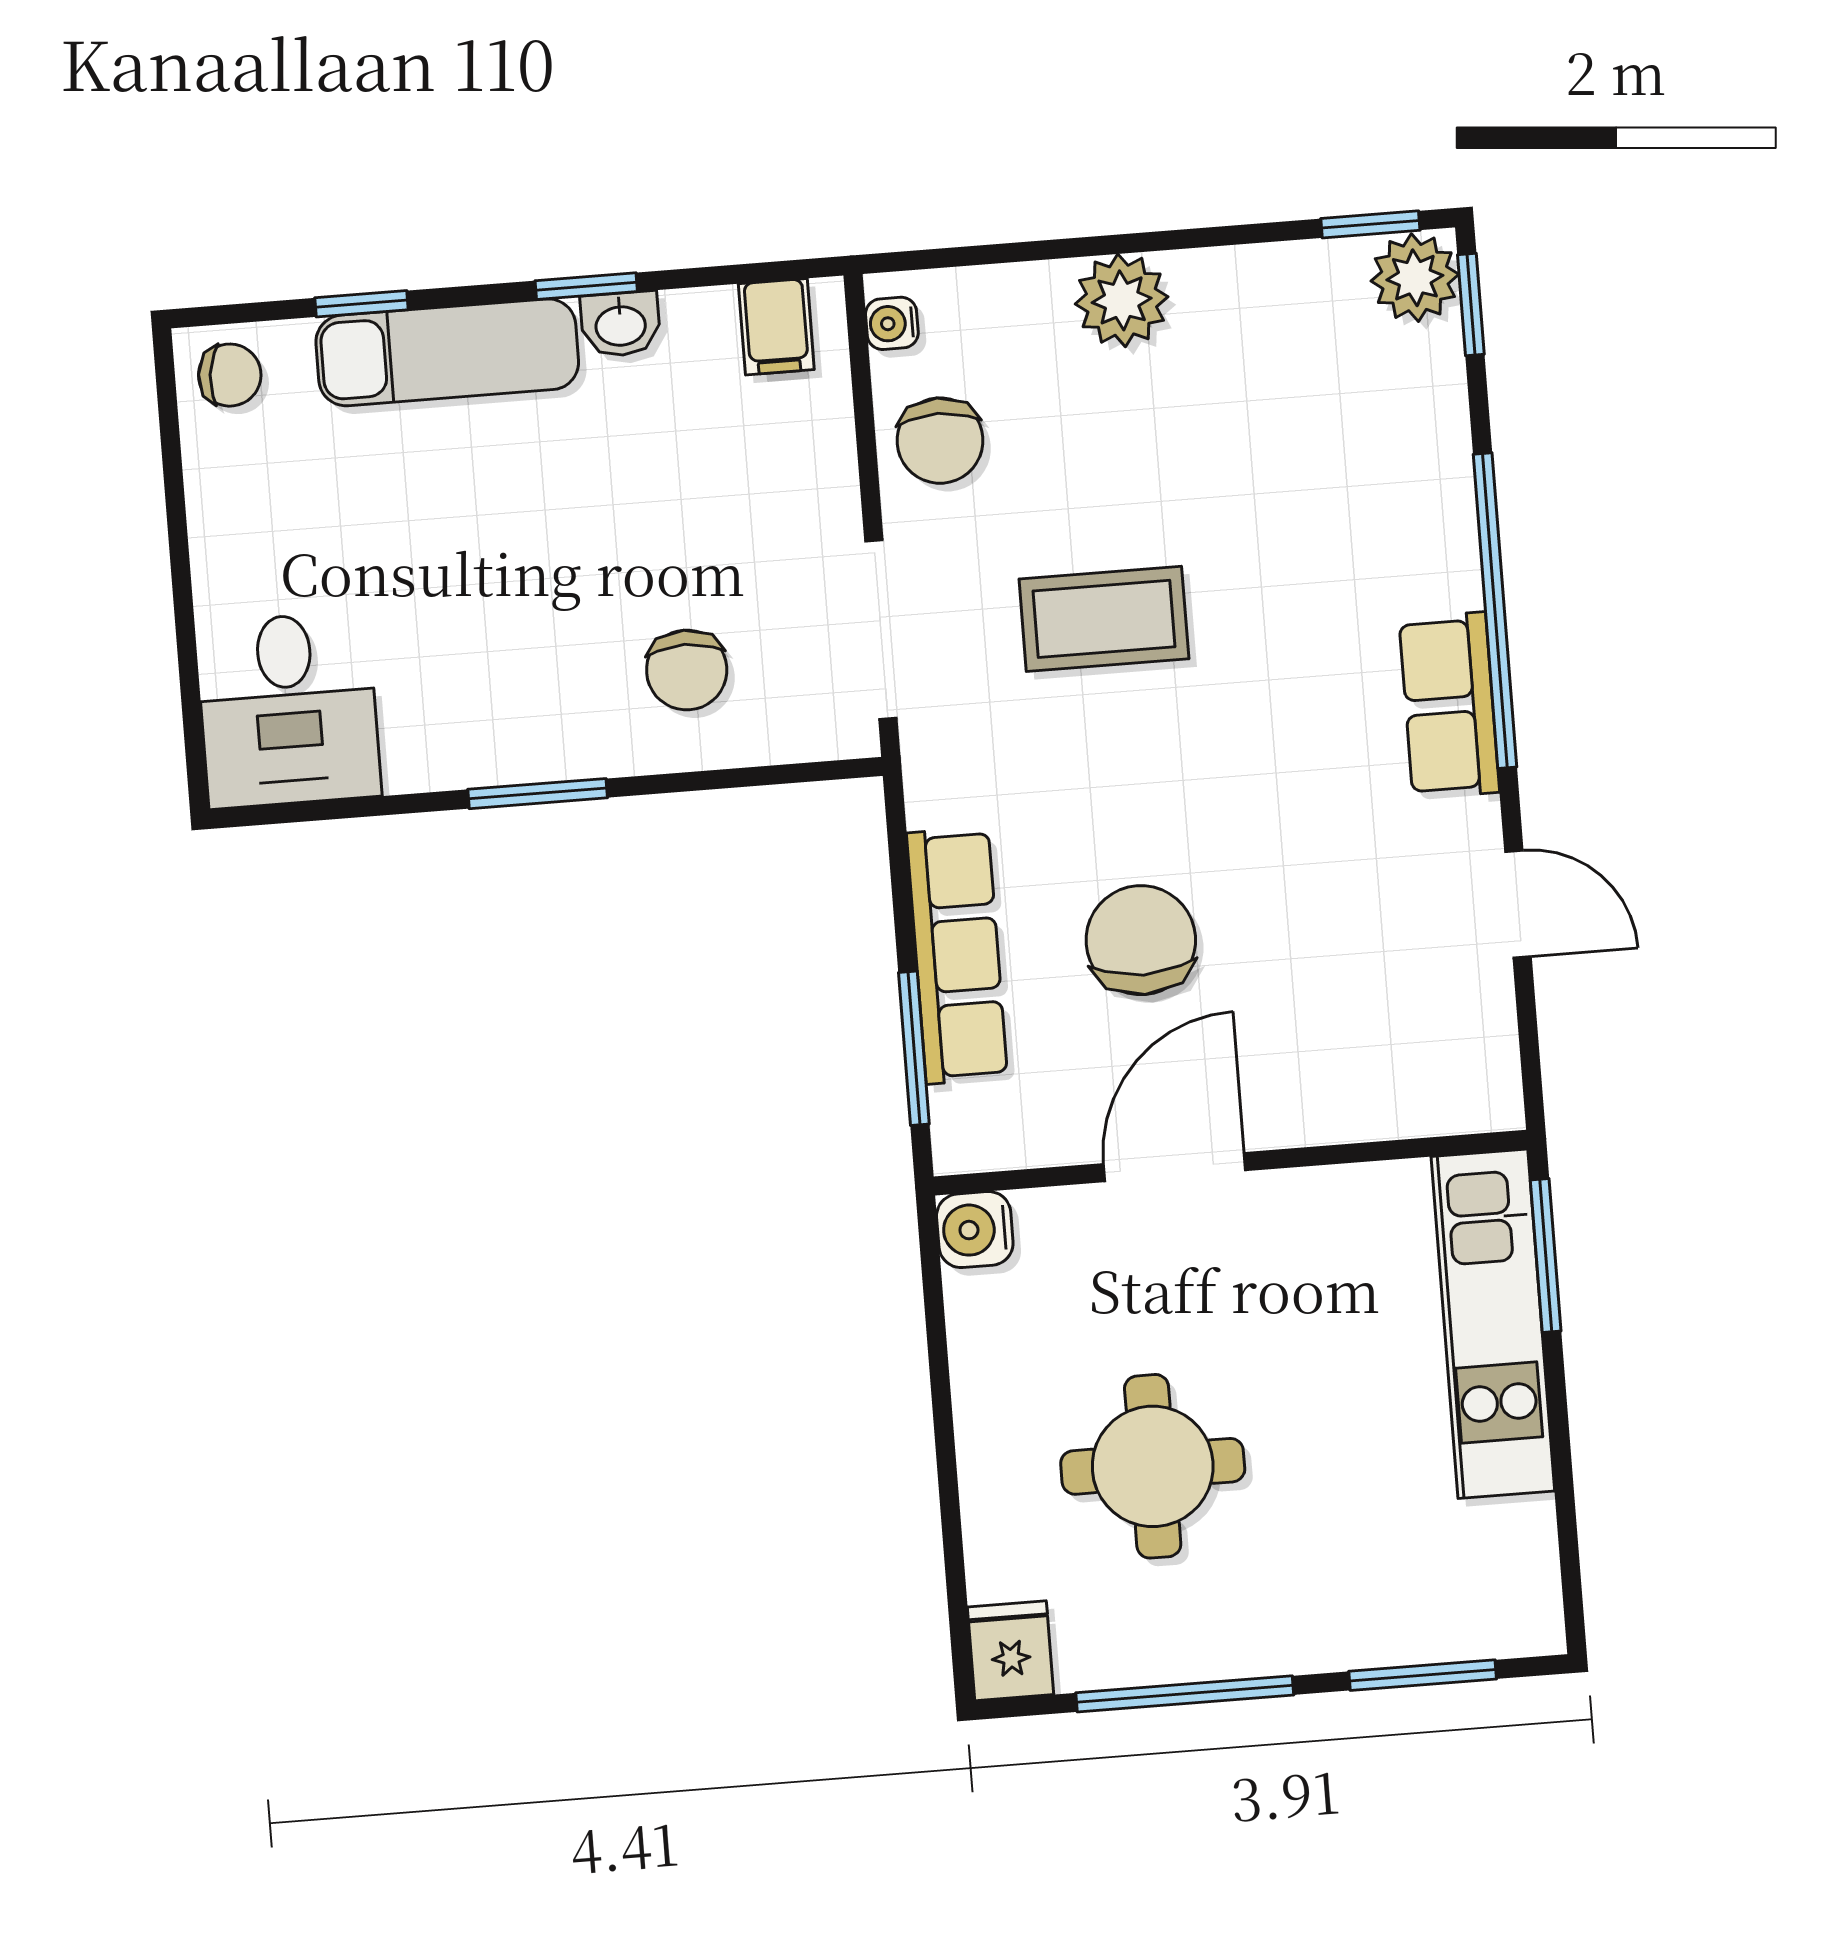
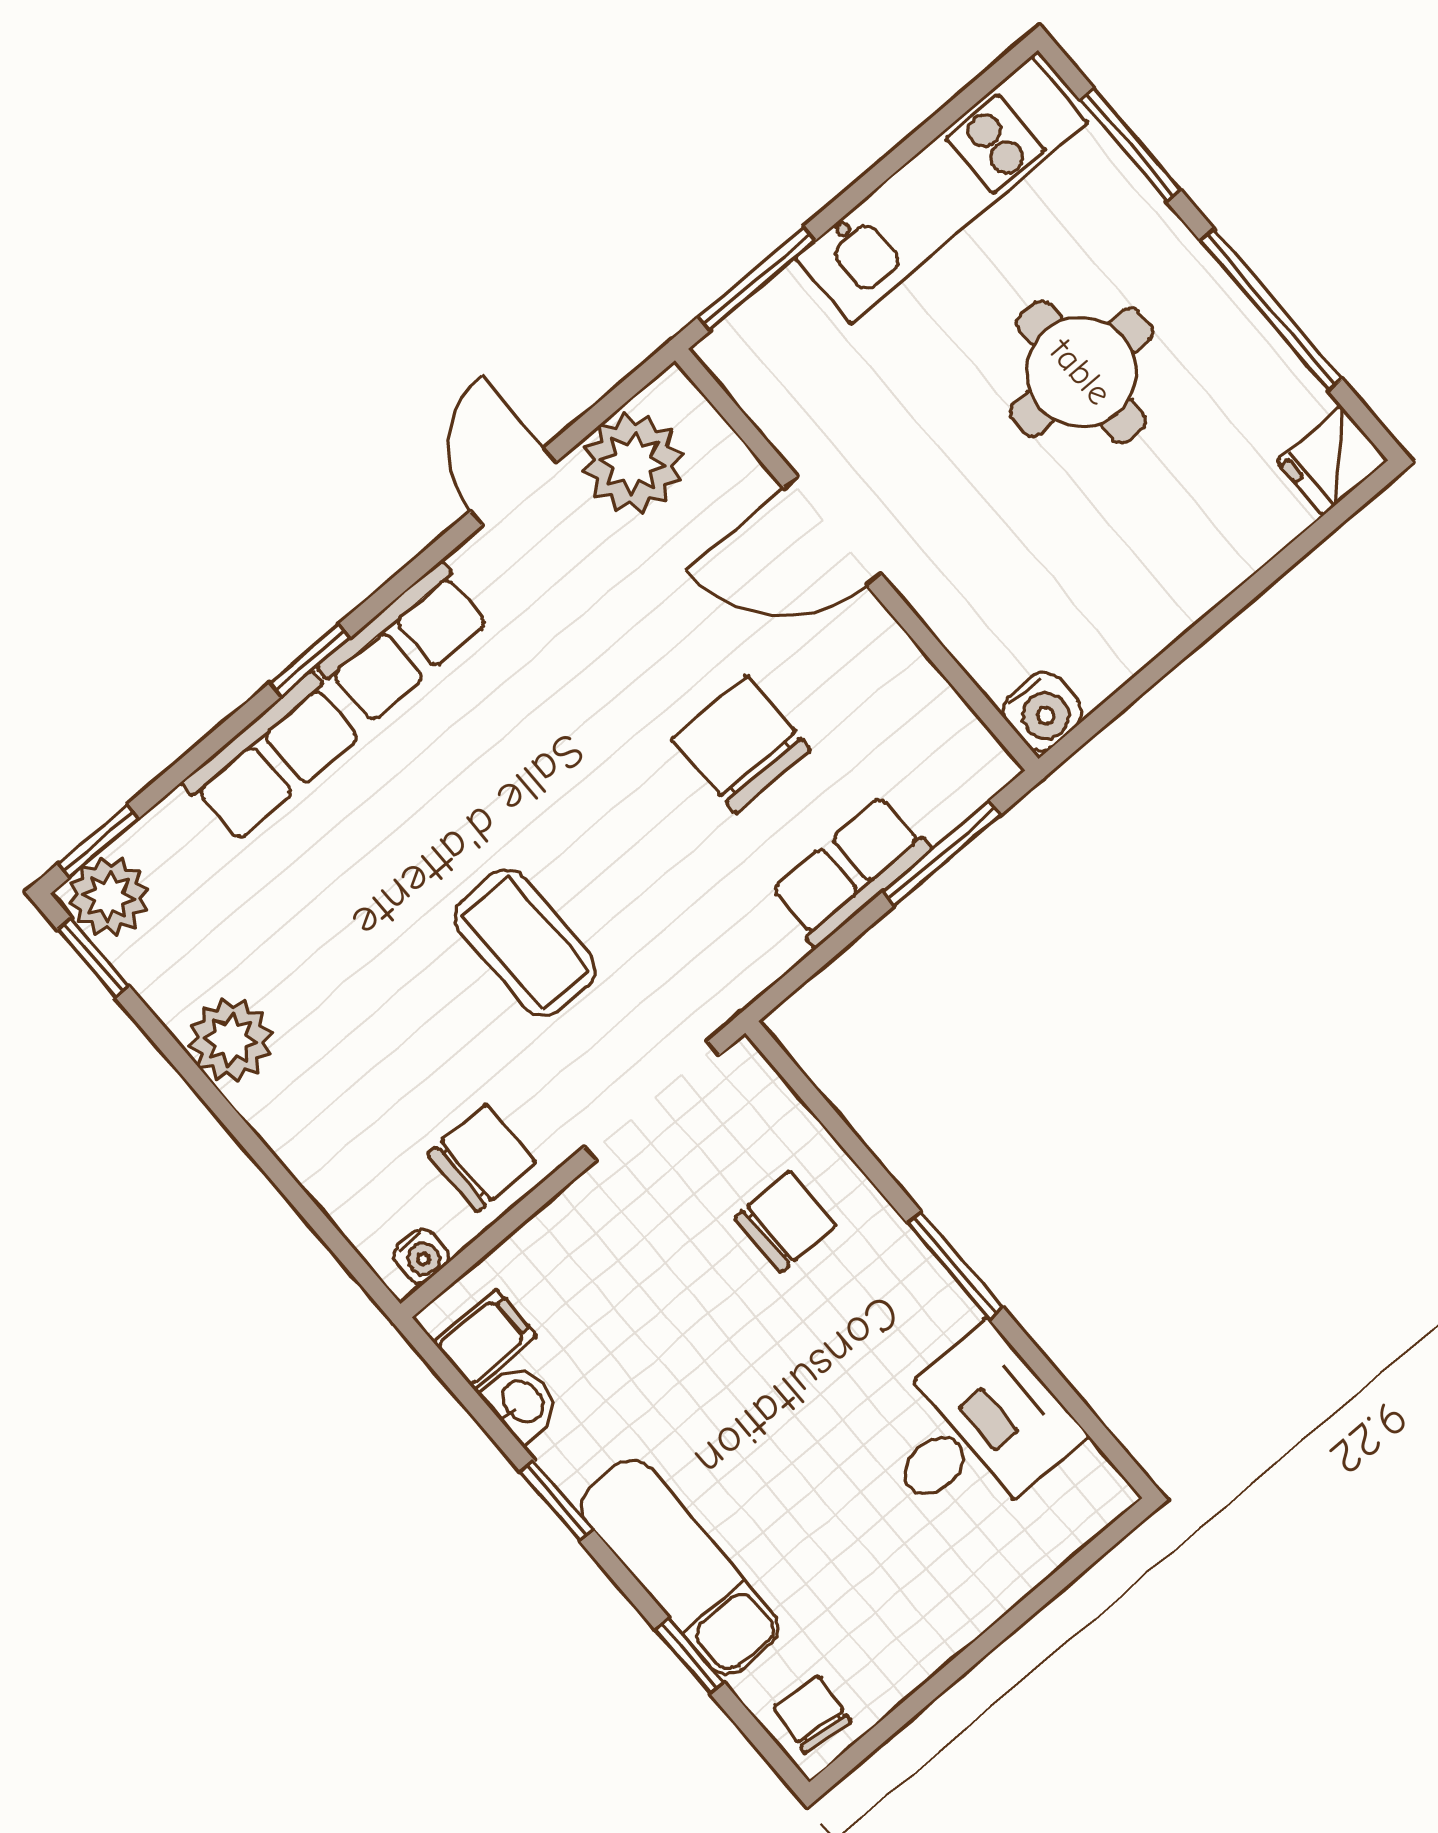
plant: (1122, 300) -> (230, 1040), moved
washbasin: (621, 324) -> (522, 1403), moved
row of seats: (1432, 514) -> (273, 758), added
window: (1495, 611) -> (310, 660), width x0.32
desk: (288, 710) -> (974, 1432), moved
chair: (1141, 940) -> (741, 744), turned 90
row of seats: (957, 955) -> (850, 871), width x0.68
plant: (1462, 1026) -> (633, 463), added
door: (1175, 1167) -> (832, 531), moved
kitchen unit: (1493, 1324) -> (941, 190), moved
round table: (1153, 1466) -> (1081, 372), moved

